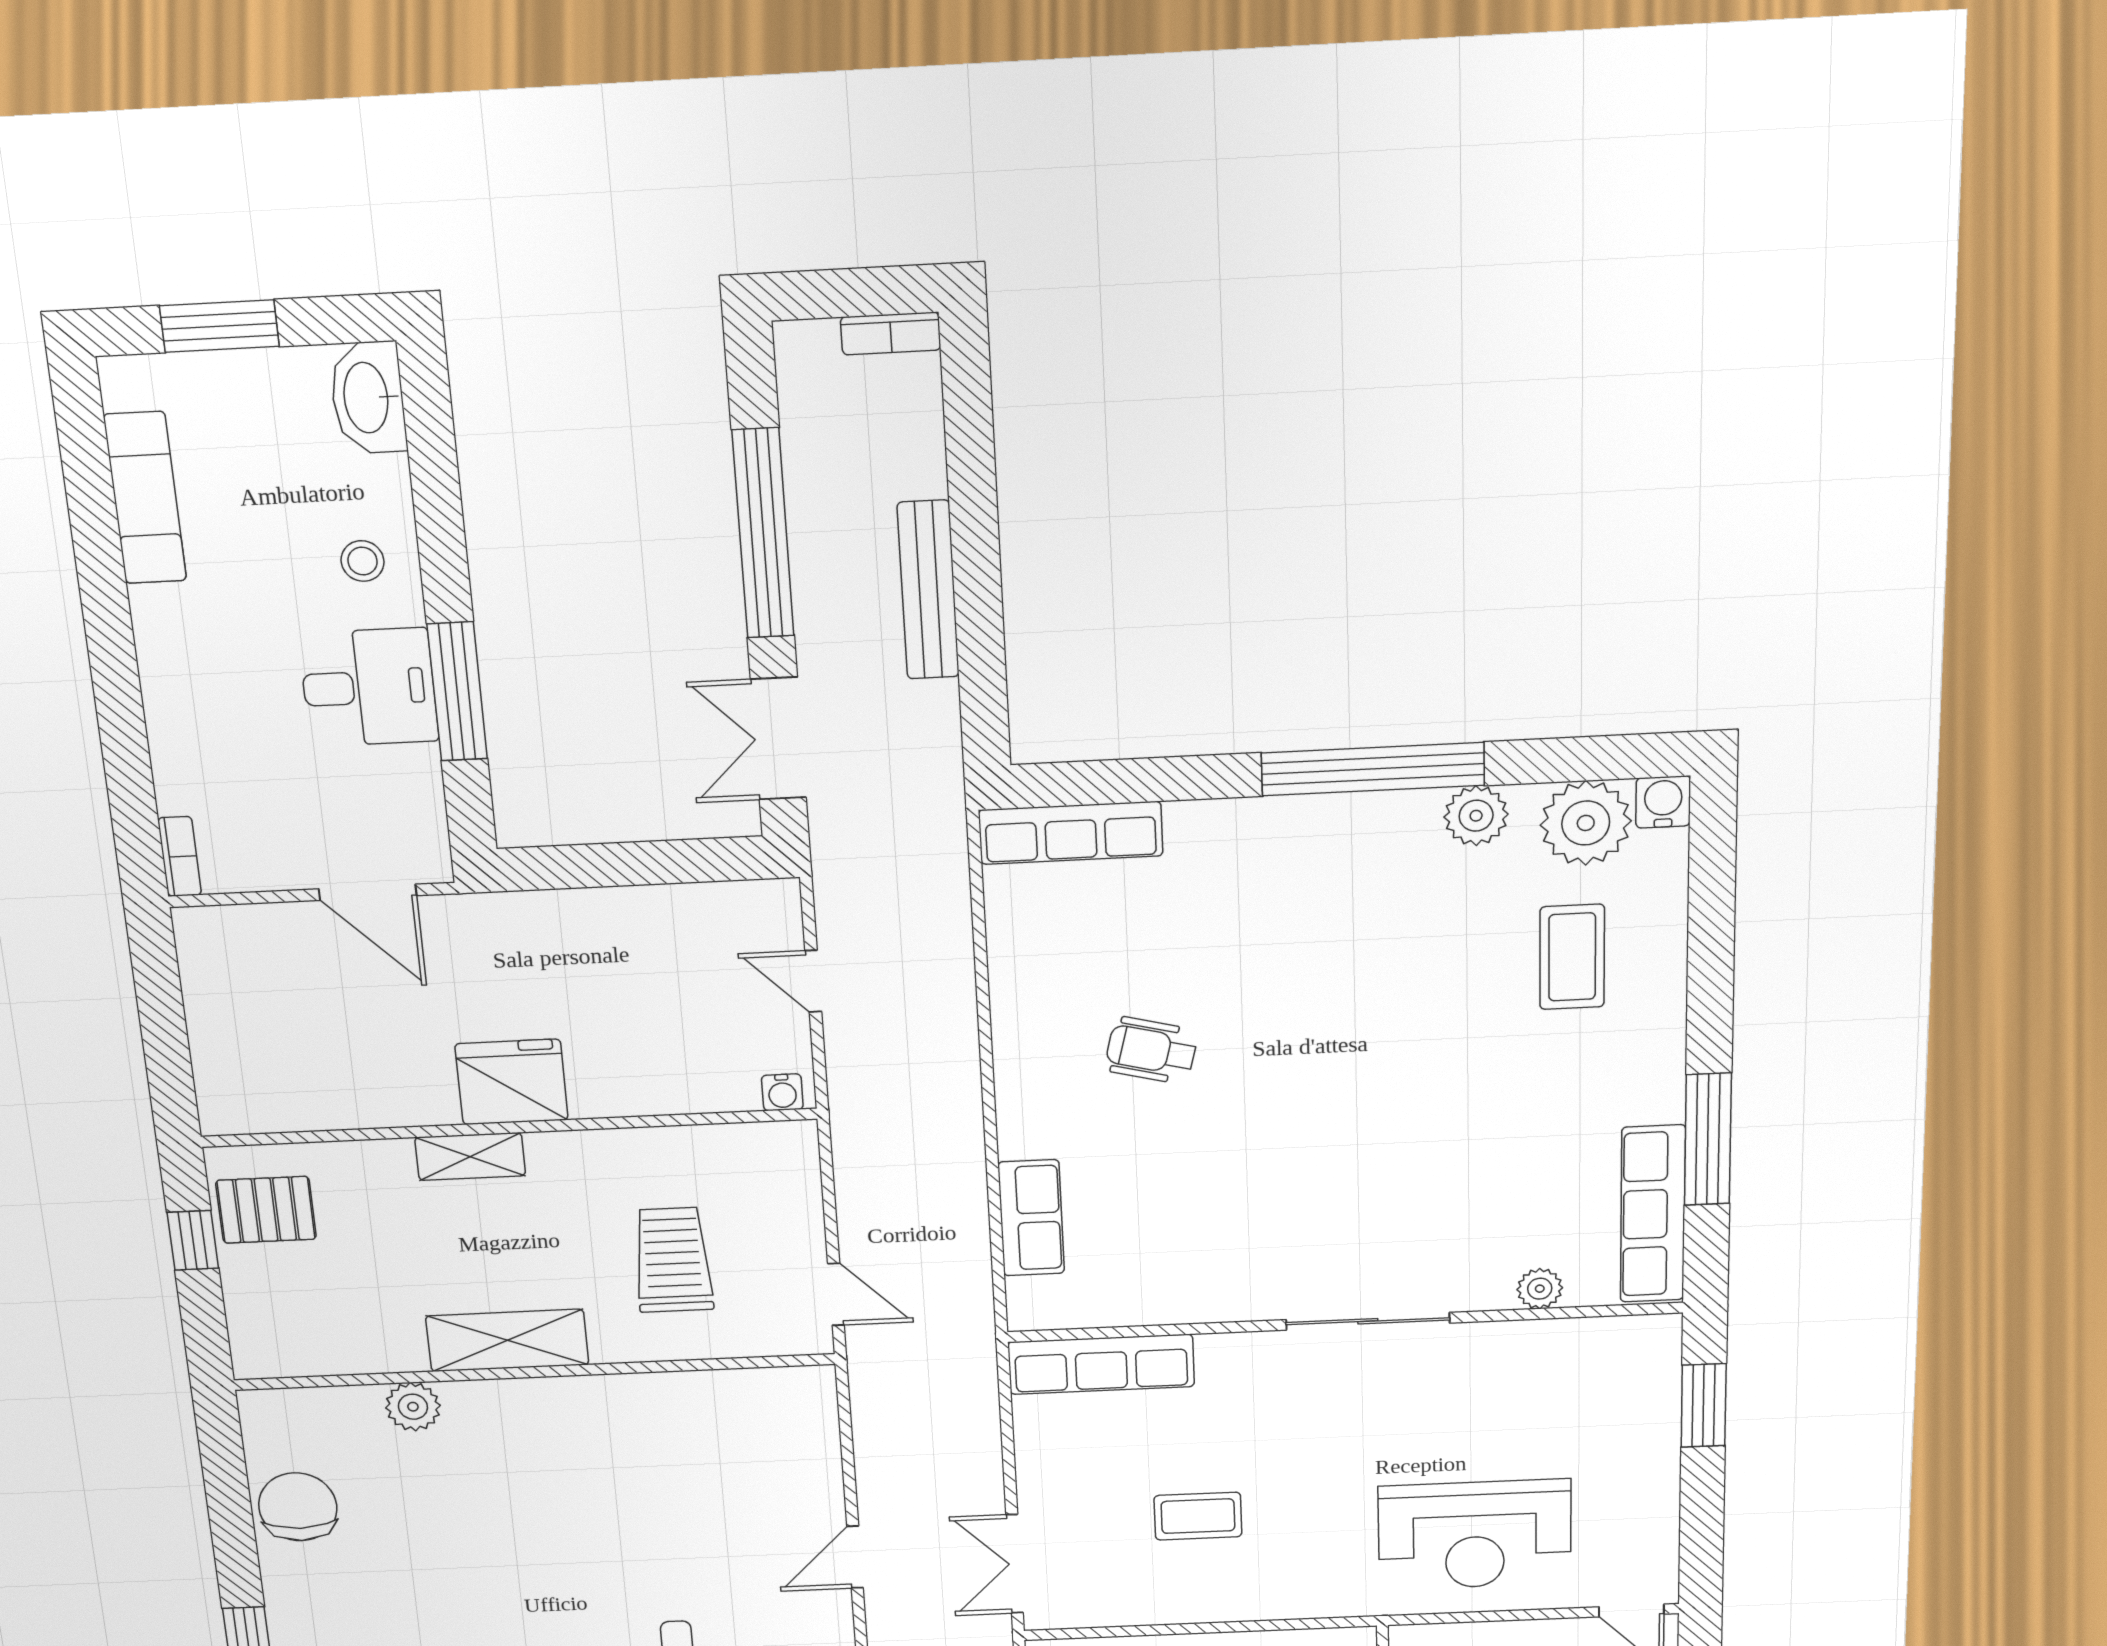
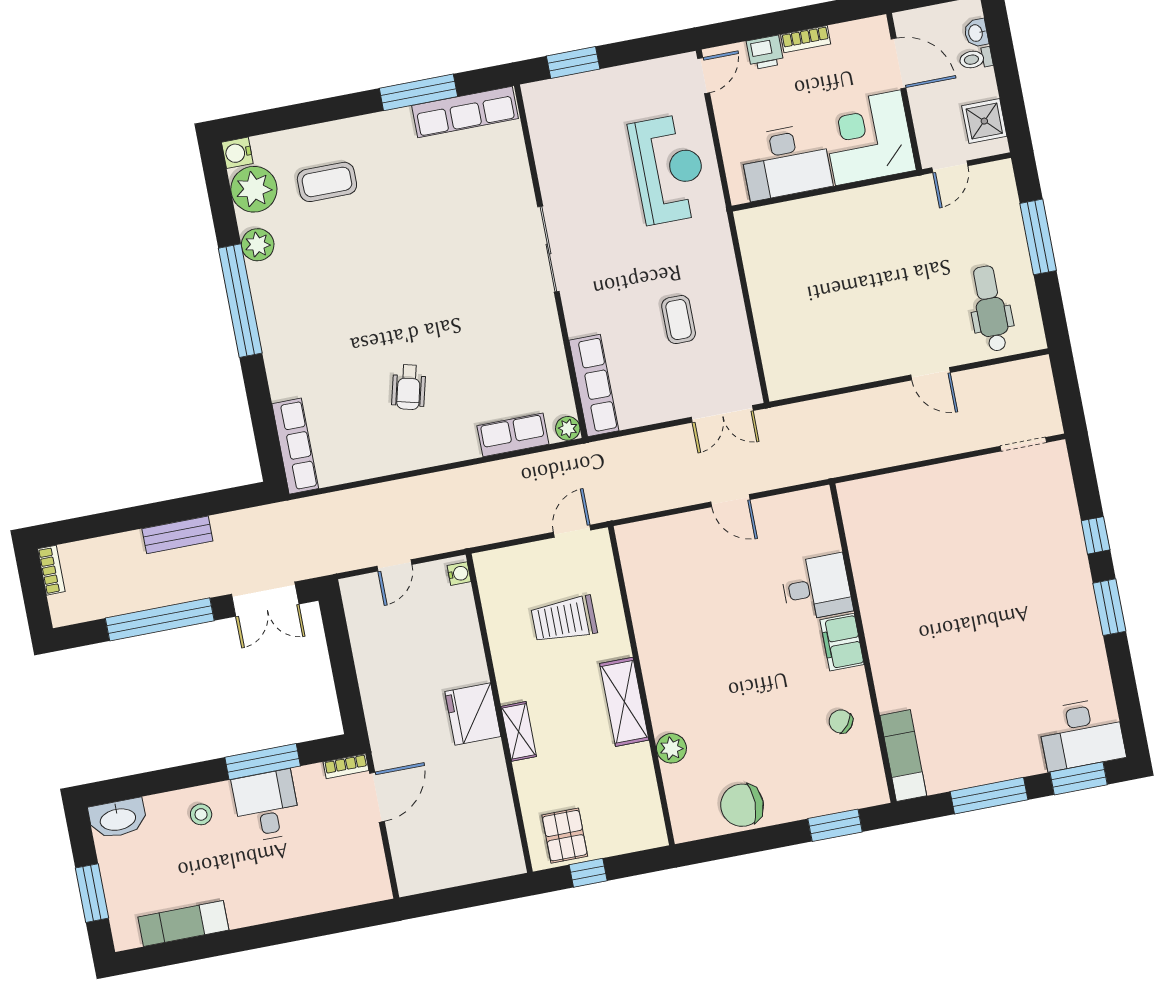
bench: (928, 590) -> (177, 535), width x0.73
bookcase: (180, 856) -> (346, 766), moved, turned 180
plant: (1540, 1289) -> (568, 428), moved

